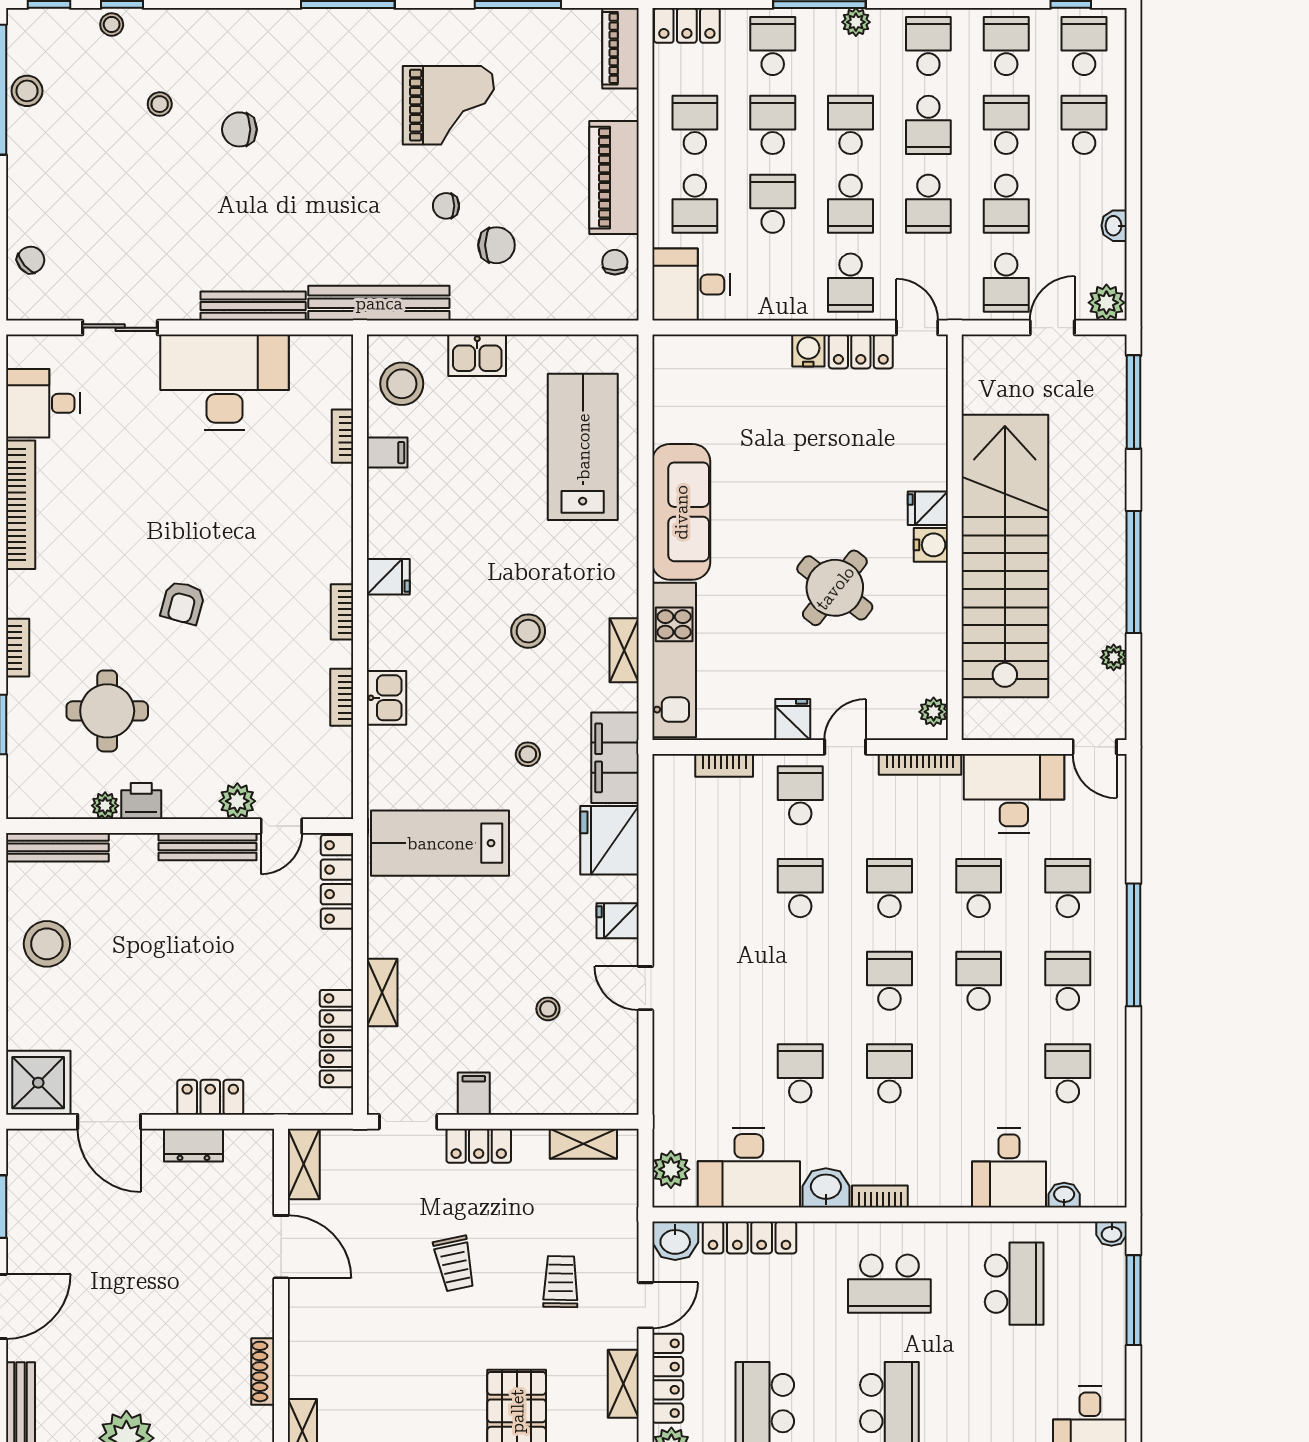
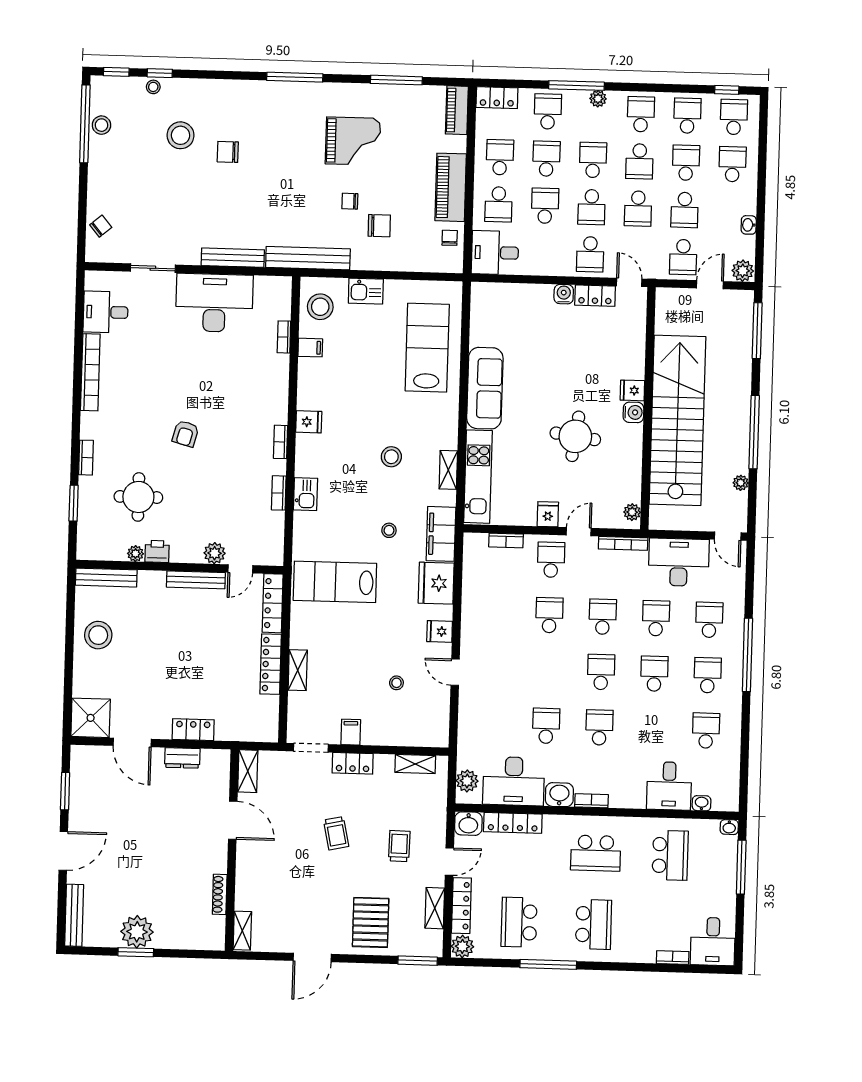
stool: (160, 104) -> (181, 135), width x1.89, depth x1.89
round table: (835, 588) -> (575, 436), turned -30
locker: (337, 1039) -> (271, 664), moved

